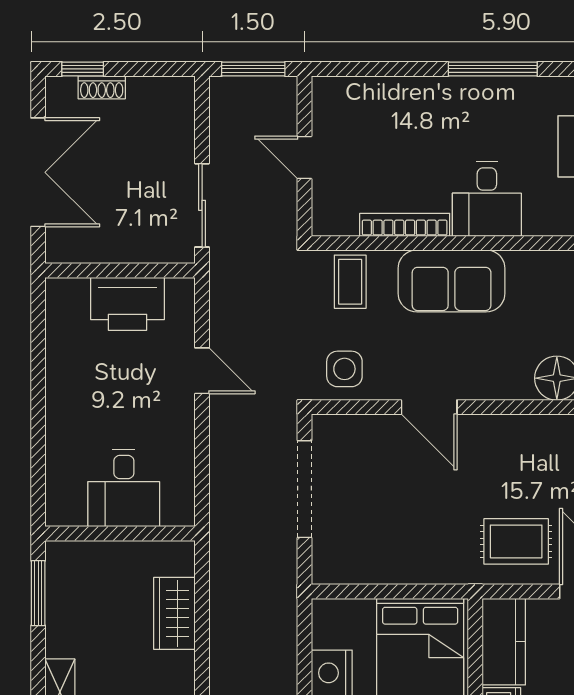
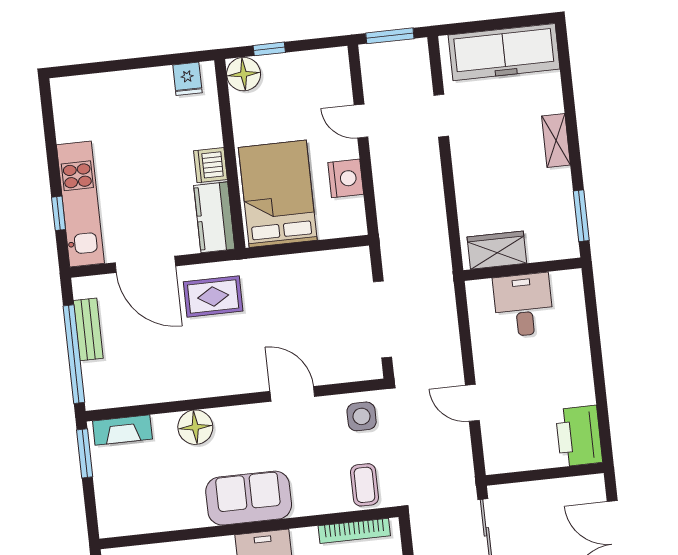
bookcase: (405, 225) -> (354, 531), moved
sofa: (452, 281) -> (249, 498), moved
printer: (128, 304) -> (579, 436), moved, turned -90
wardrobe: (174, 613) -> (497, 250), moved, turned -90

